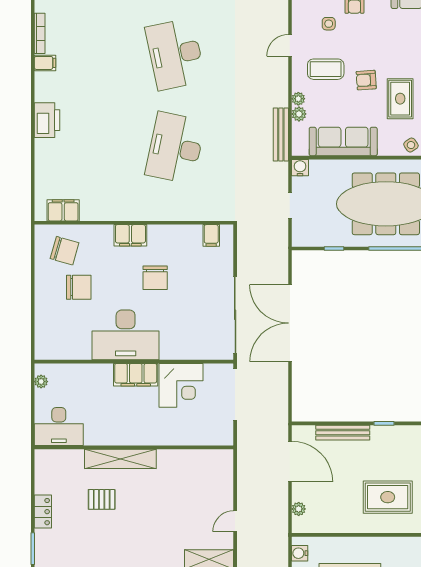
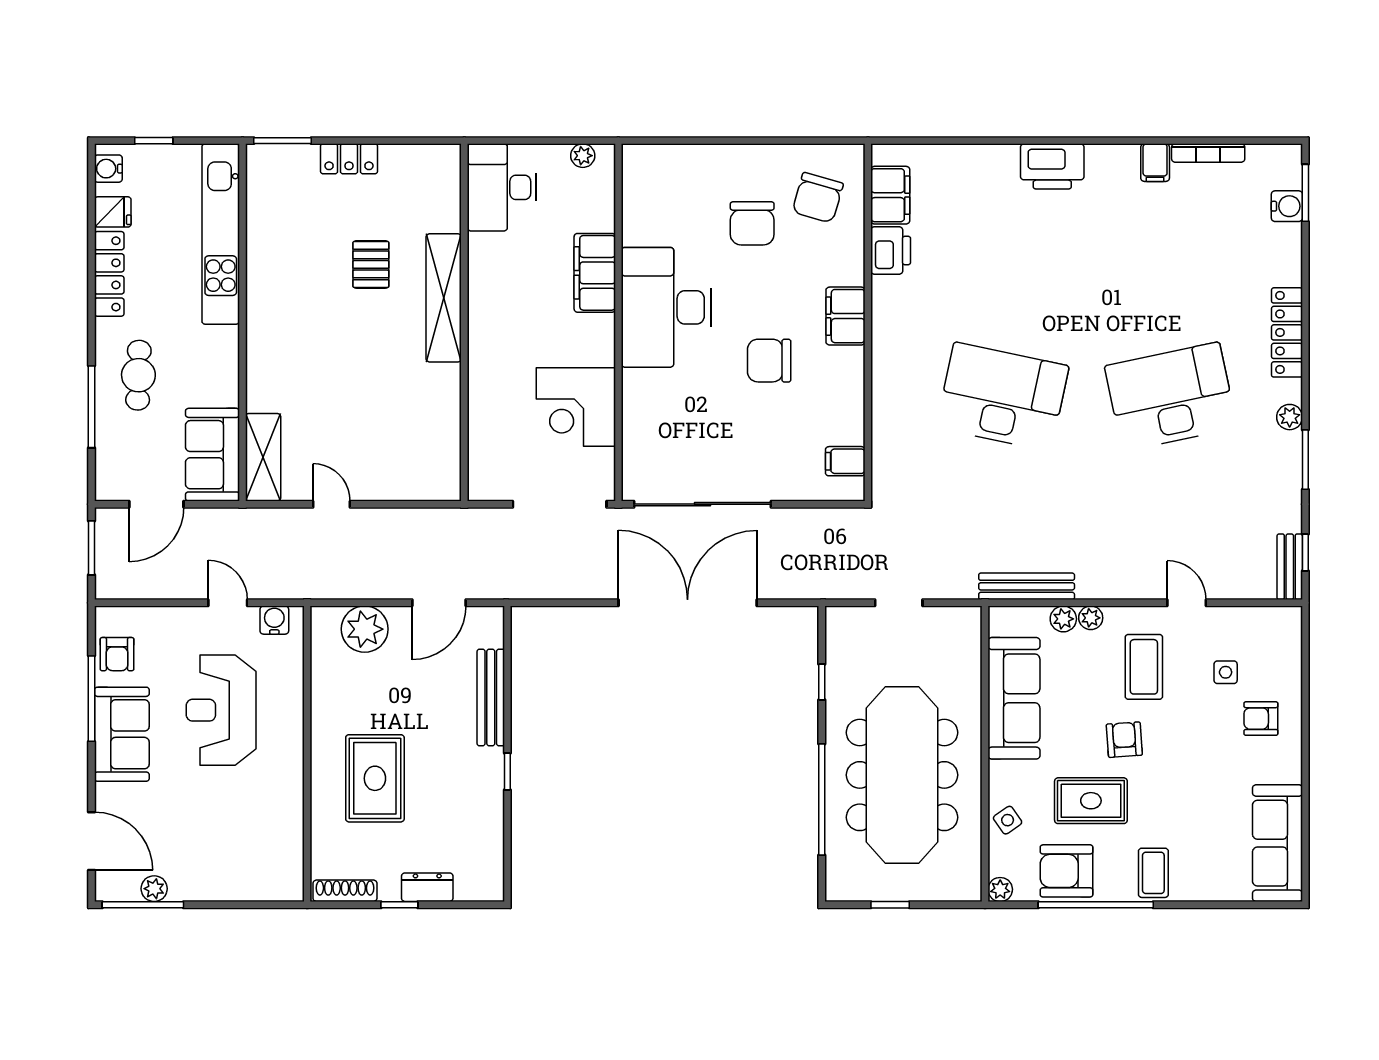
water cooler: (300, 168) -> (967, 621), removed
printer: (94, 210) -> (891, 250), added
filing cabinet: (136, 375) -> (595, 273), moved
door: (290, 462) -> (439, 603), width x0.73
plant: (299, 509) -> (365, 629), width x1.87, depth x1.87

